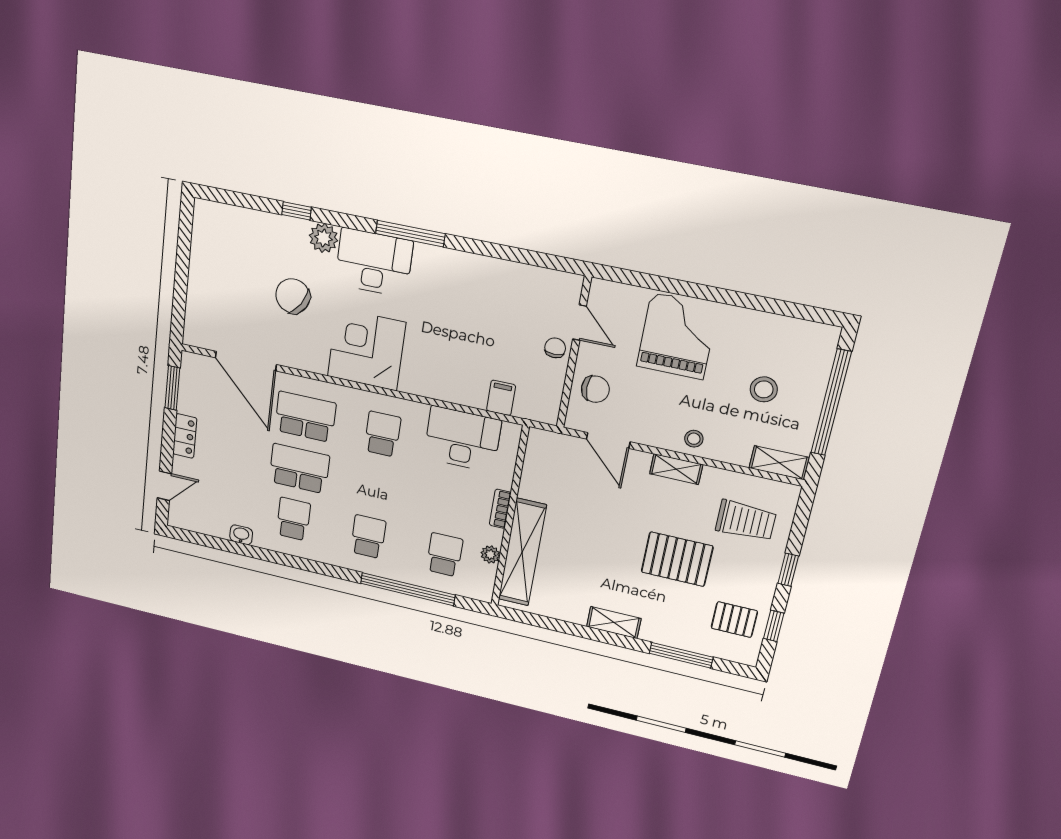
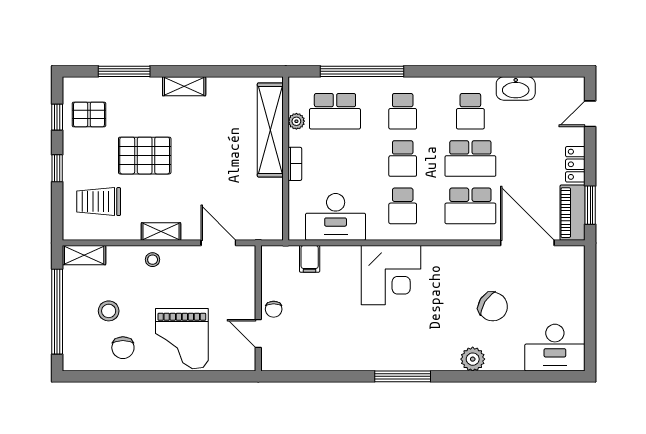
window: (297, 211) -> (498, 376), removed
desk: (374, 262) -> (555, 348), moved
corner desk: (366, 349) -> (391, 275), moved
piano: (192, 384) -> (572, 213), added
chair: (595, 389) -> (123, 348), moved, turned -90
school desk: (375, 486) -> (403, 159), added
washbasin: (241, 535) -> (516, 88), width x1.91, depth x1.45
school desk: (444, 555) -> (335, 111), width x1.85

